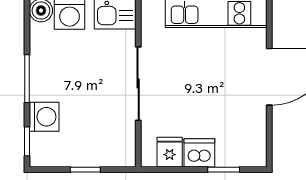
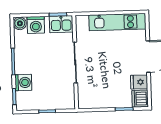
fridge: (170, 152) -> (139, 82), moved, turned -90
dishwasher: (199, 153) -> (140, 99), moved, turned -90

